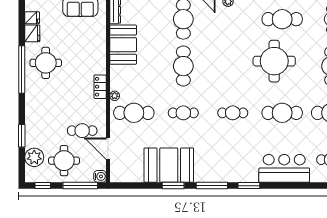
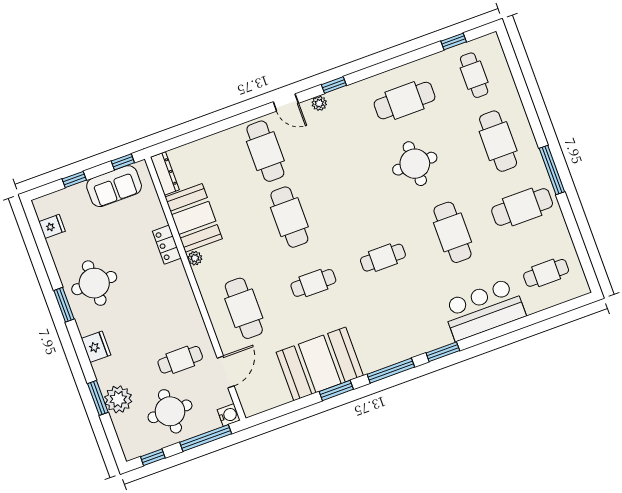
fridge: (32, 33) -> (96, 347), moved
round table: (274, 61) -> (415, 164), width x0.73, depth x0.73
window: (22, 70) -> (64, 305), width x0.47
locker: (100, 87) -> (167, 245), moved
plant: (115, 96) -> (195, 258), moved
cafe table: (134, 113) -> (244, 308), turned 90
cafe table: (282, 113) -> (453, 232), turned 90
door: (108, 149) -> (226, 372), swing flipped
plant: (34, 157) -> (118, 399), moved

